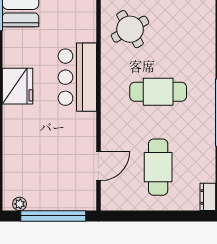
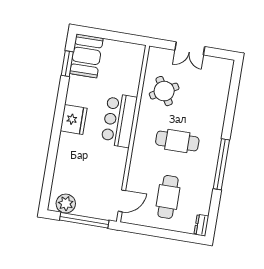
door: (98, 166) -> (122, 201), moved
plant: (20, 204) -> (66, 204), width x1.88, depth x1.88

